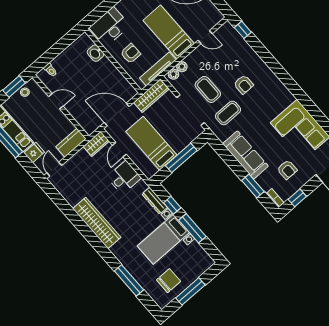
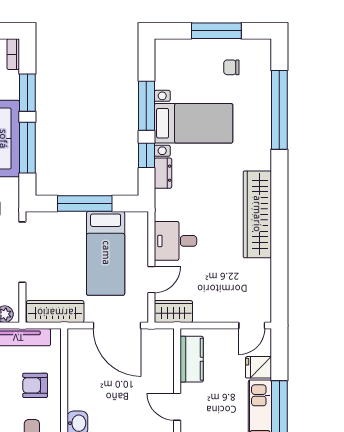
kitchen counter: (71, 143) -> (192, 359), moved, turned -90
window: (231, 161) -> (27, 148), added
dresser: (155, 201) -> (163, 173), width x0.70
window: (129, 280) -> (279, 110), width x1.46
chair: (169, 281) -> (231, 67), width x0.54, depth x0.54

